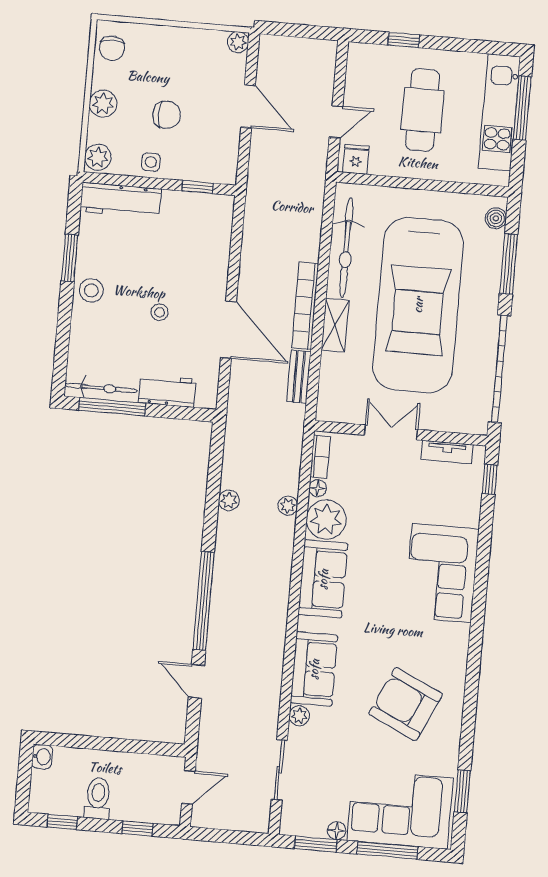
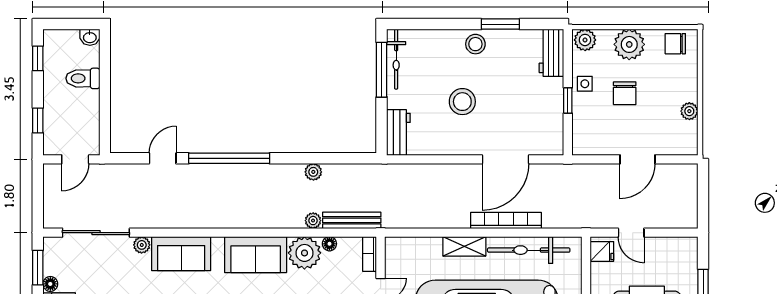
plant: (238, 42) -> (689, 111), moved
plant: (103, 104) -> (629, 44), width x1.36, depth x1.36
window: (198, 187) -> (568, 101), moved
workbench: (121, 200) -> (551, 53), width x0.73
bookcase: (305, 306) -> (506, 220), moved
stool: (160, 312) -> (462, 102), width x1.89, depth x1.89
door: (228, 330) -> (506, 159), moved
bench: (299, 377) -> (352, 220), moved, width x1.36
workbench: (167, 391) -> (398, 132), moved
bookcase: (320, 457) -> (370, 254), moved, turned 90
sliding door: (279, 770) -> (96, 233), width x1.37
door: (188, 787) -> (75, 159), hinge flipped
toilet: (98, 798) -> (83, 78), moved, turned 180

